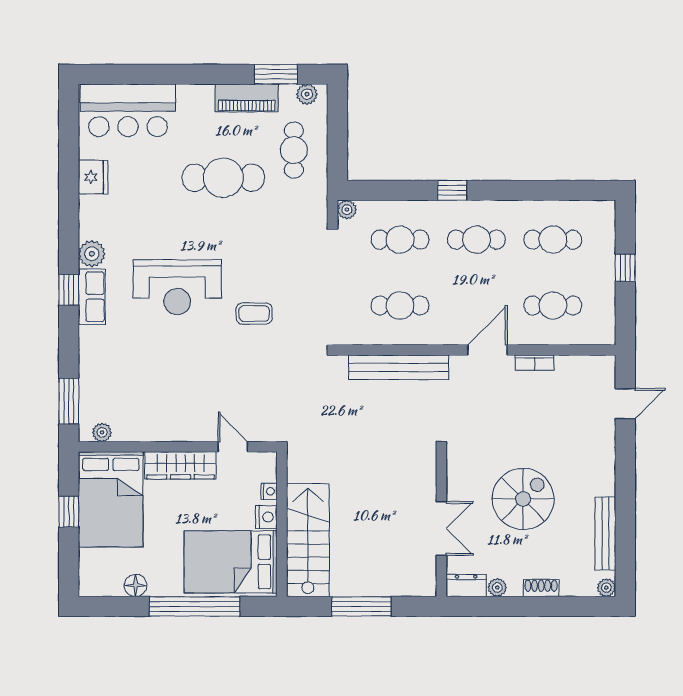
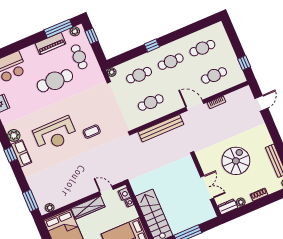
window: (276, 74) -> (58, 29), width x1.44
window: (337, 119) -> (92, 36), added
window: (625, 268) -> (244, 63), moved
door: (487, 350) -> (195, 105), hinge flipped
nightstand: (266, 517) -> (124, 194), moved

